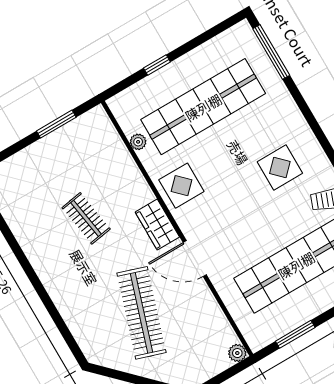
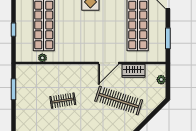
display table: (181, 186) -> (73, 50), removed
wardrobe: (157, 225) -> (134, 71), moved
plant: (237, 353) -> (161, 80), moved

